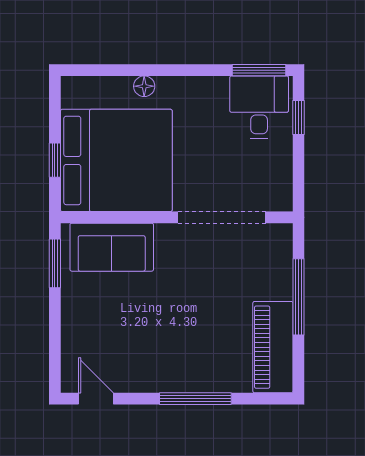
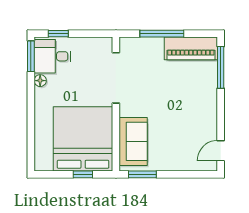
floor lamp: (144, 86) -> (40, 81), moved
window: (195, 399) -> (221, 67), moved

